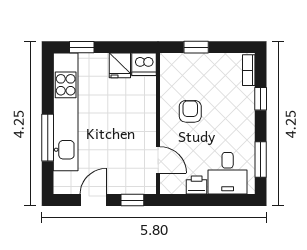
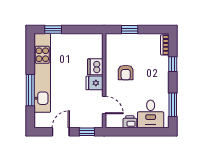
dishwasher: (144, 64) -> (95, 67), moved, turned 90
fridge: (120, 65) -> (94, 83), moved, turned 90
armchair: (190, 111) -> (126, 72), turned 180

